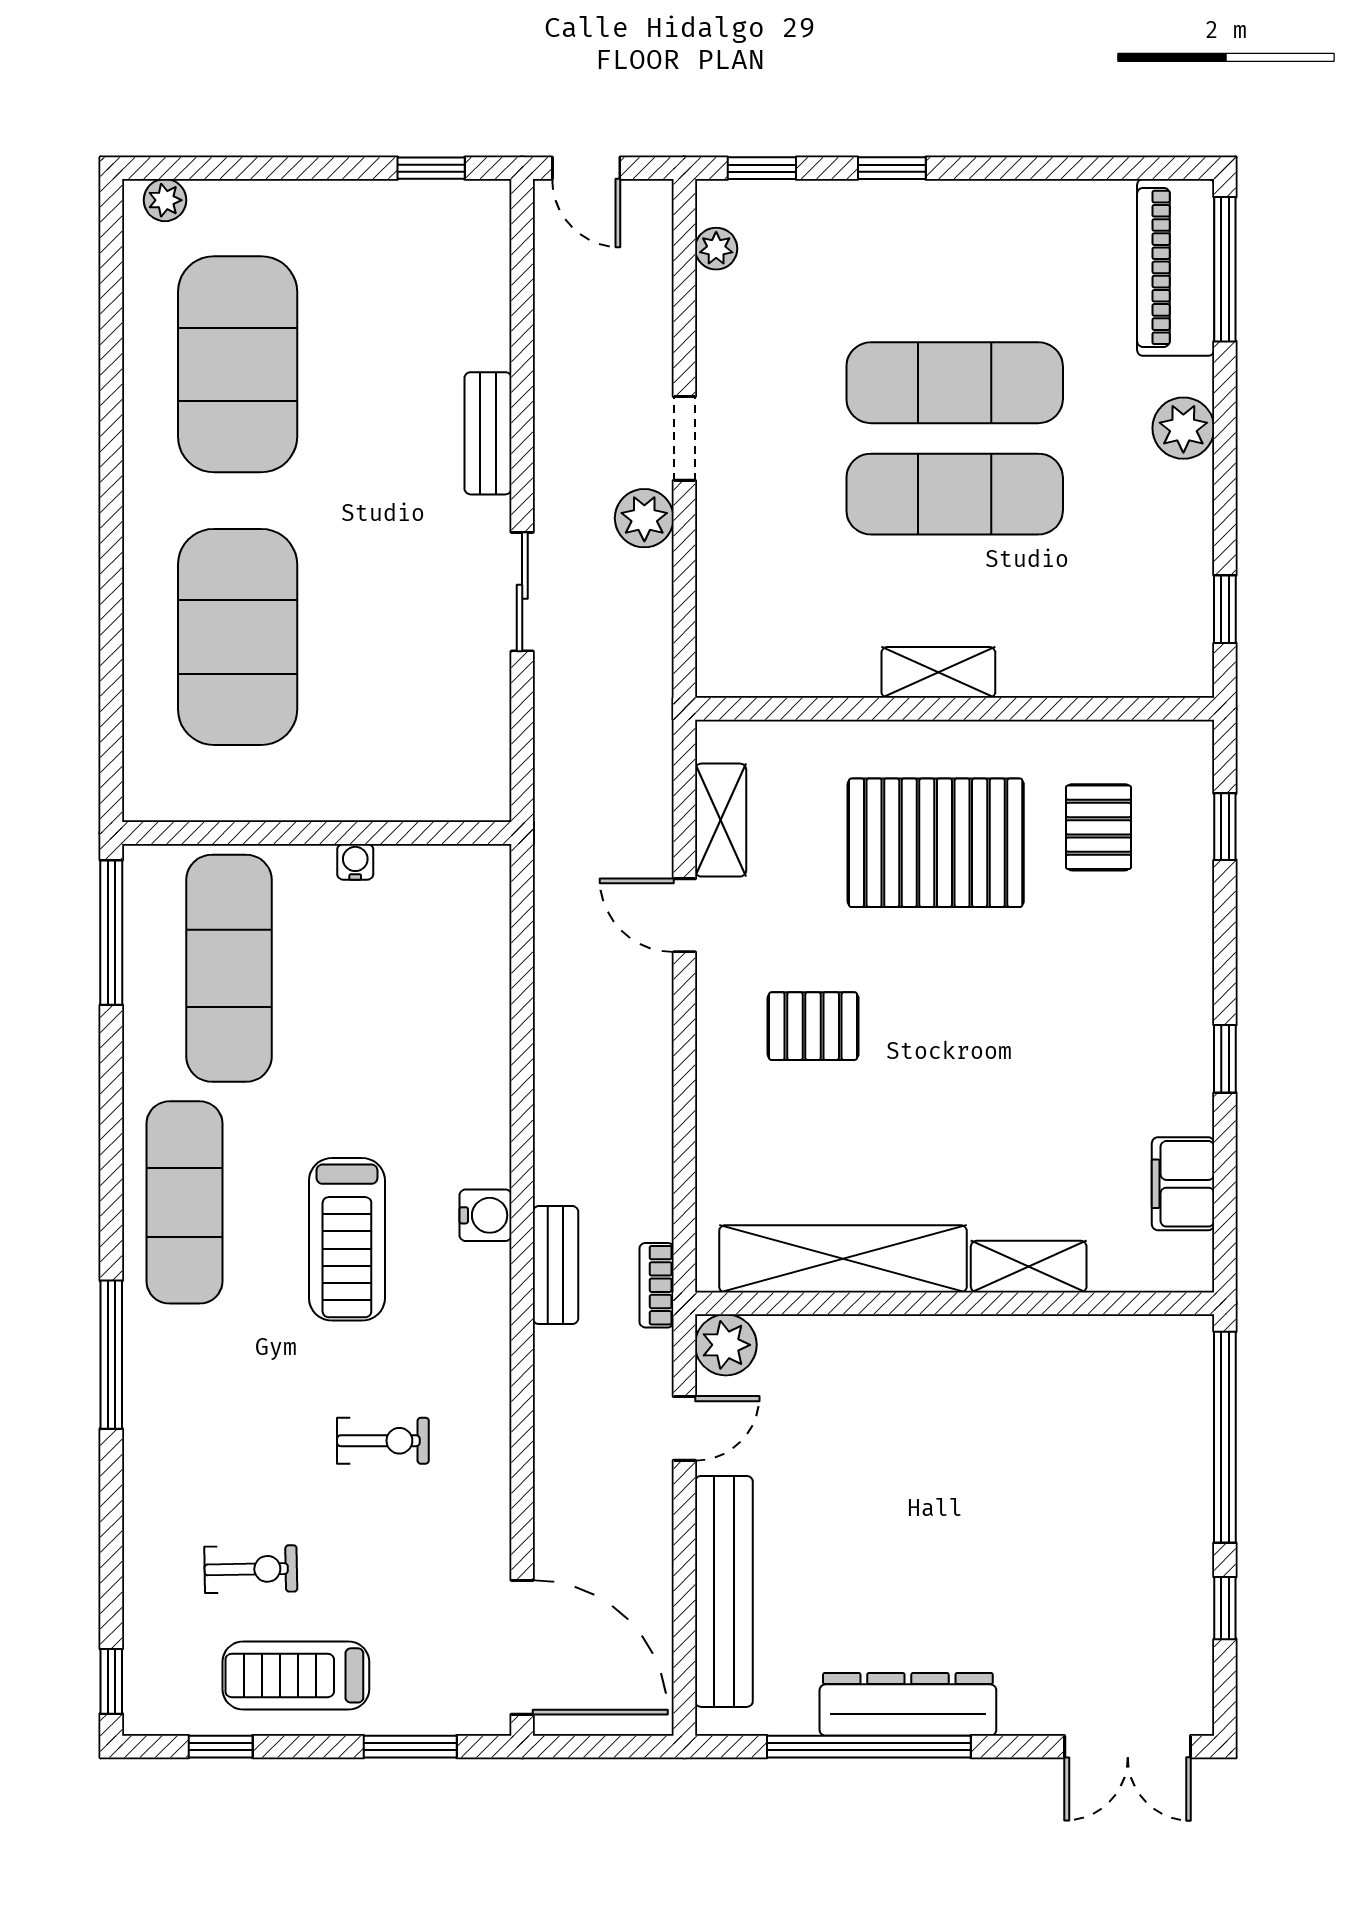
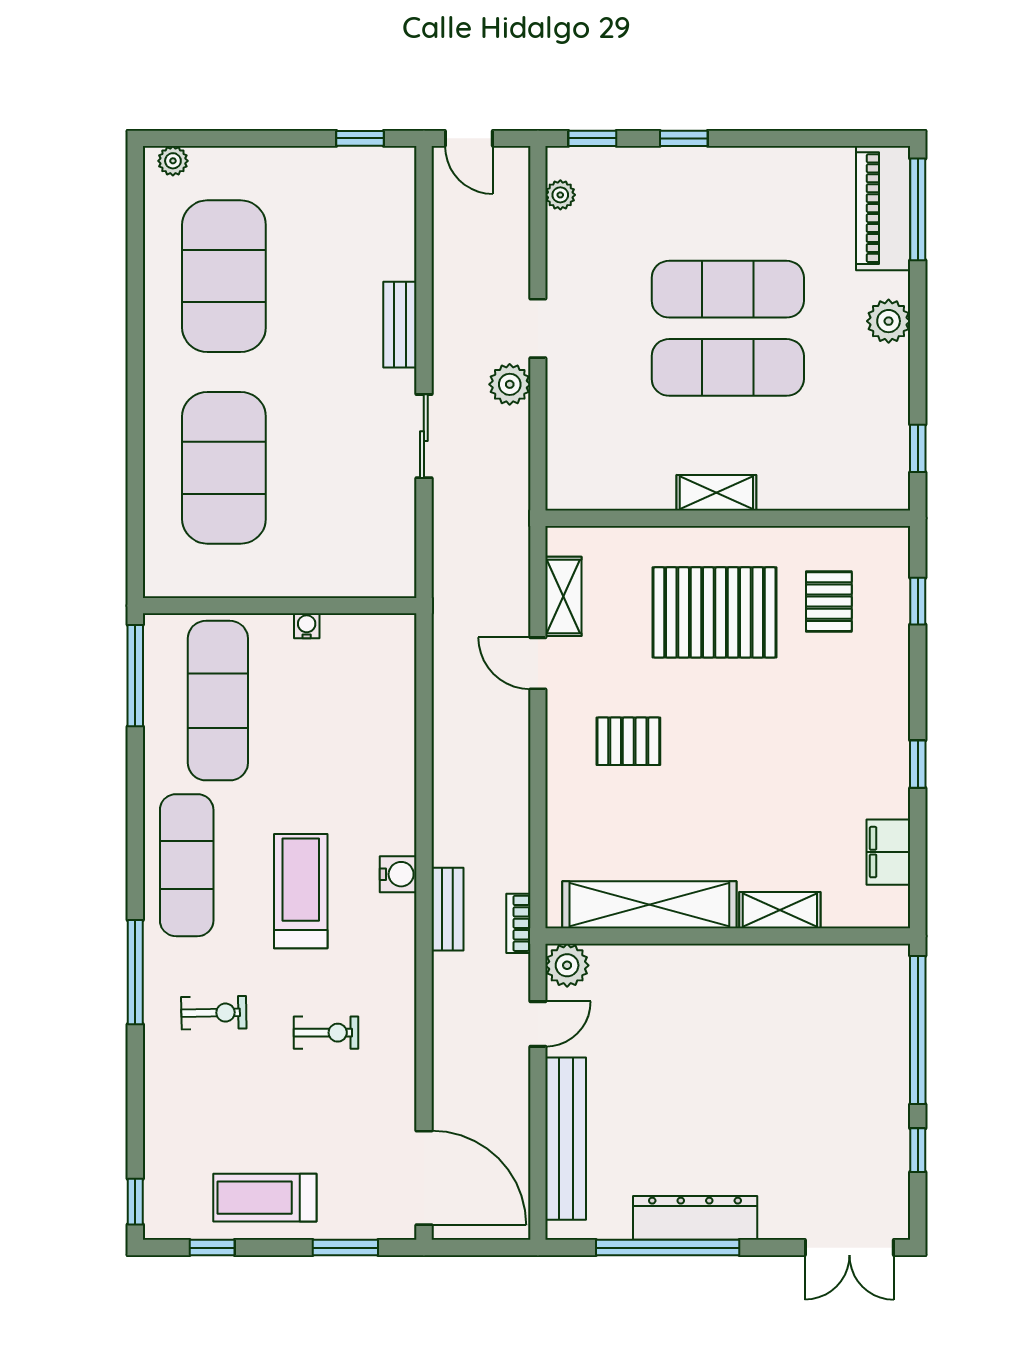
treadmill: (347, 1239) -> (301, 891), turned 180
exercise bike: (251, 1569) -> (214, 1013), moved

